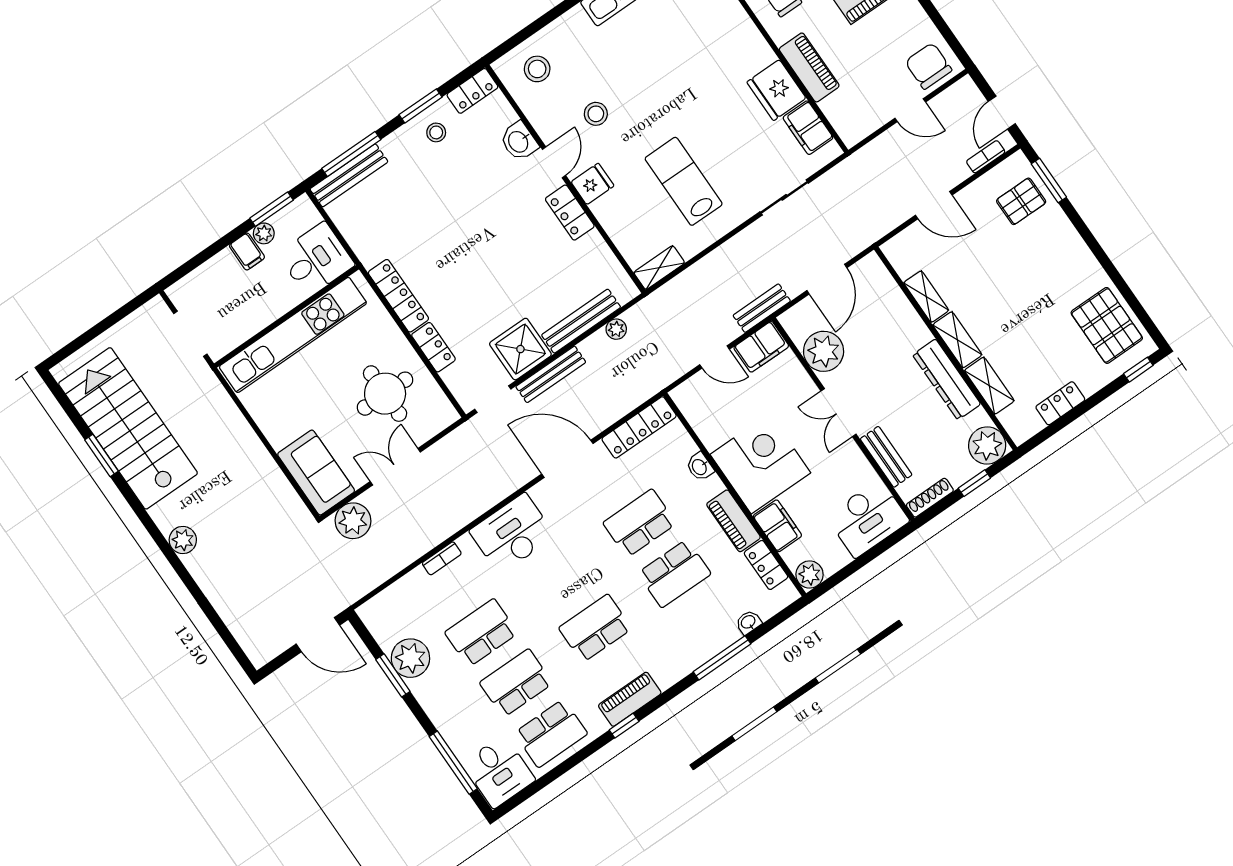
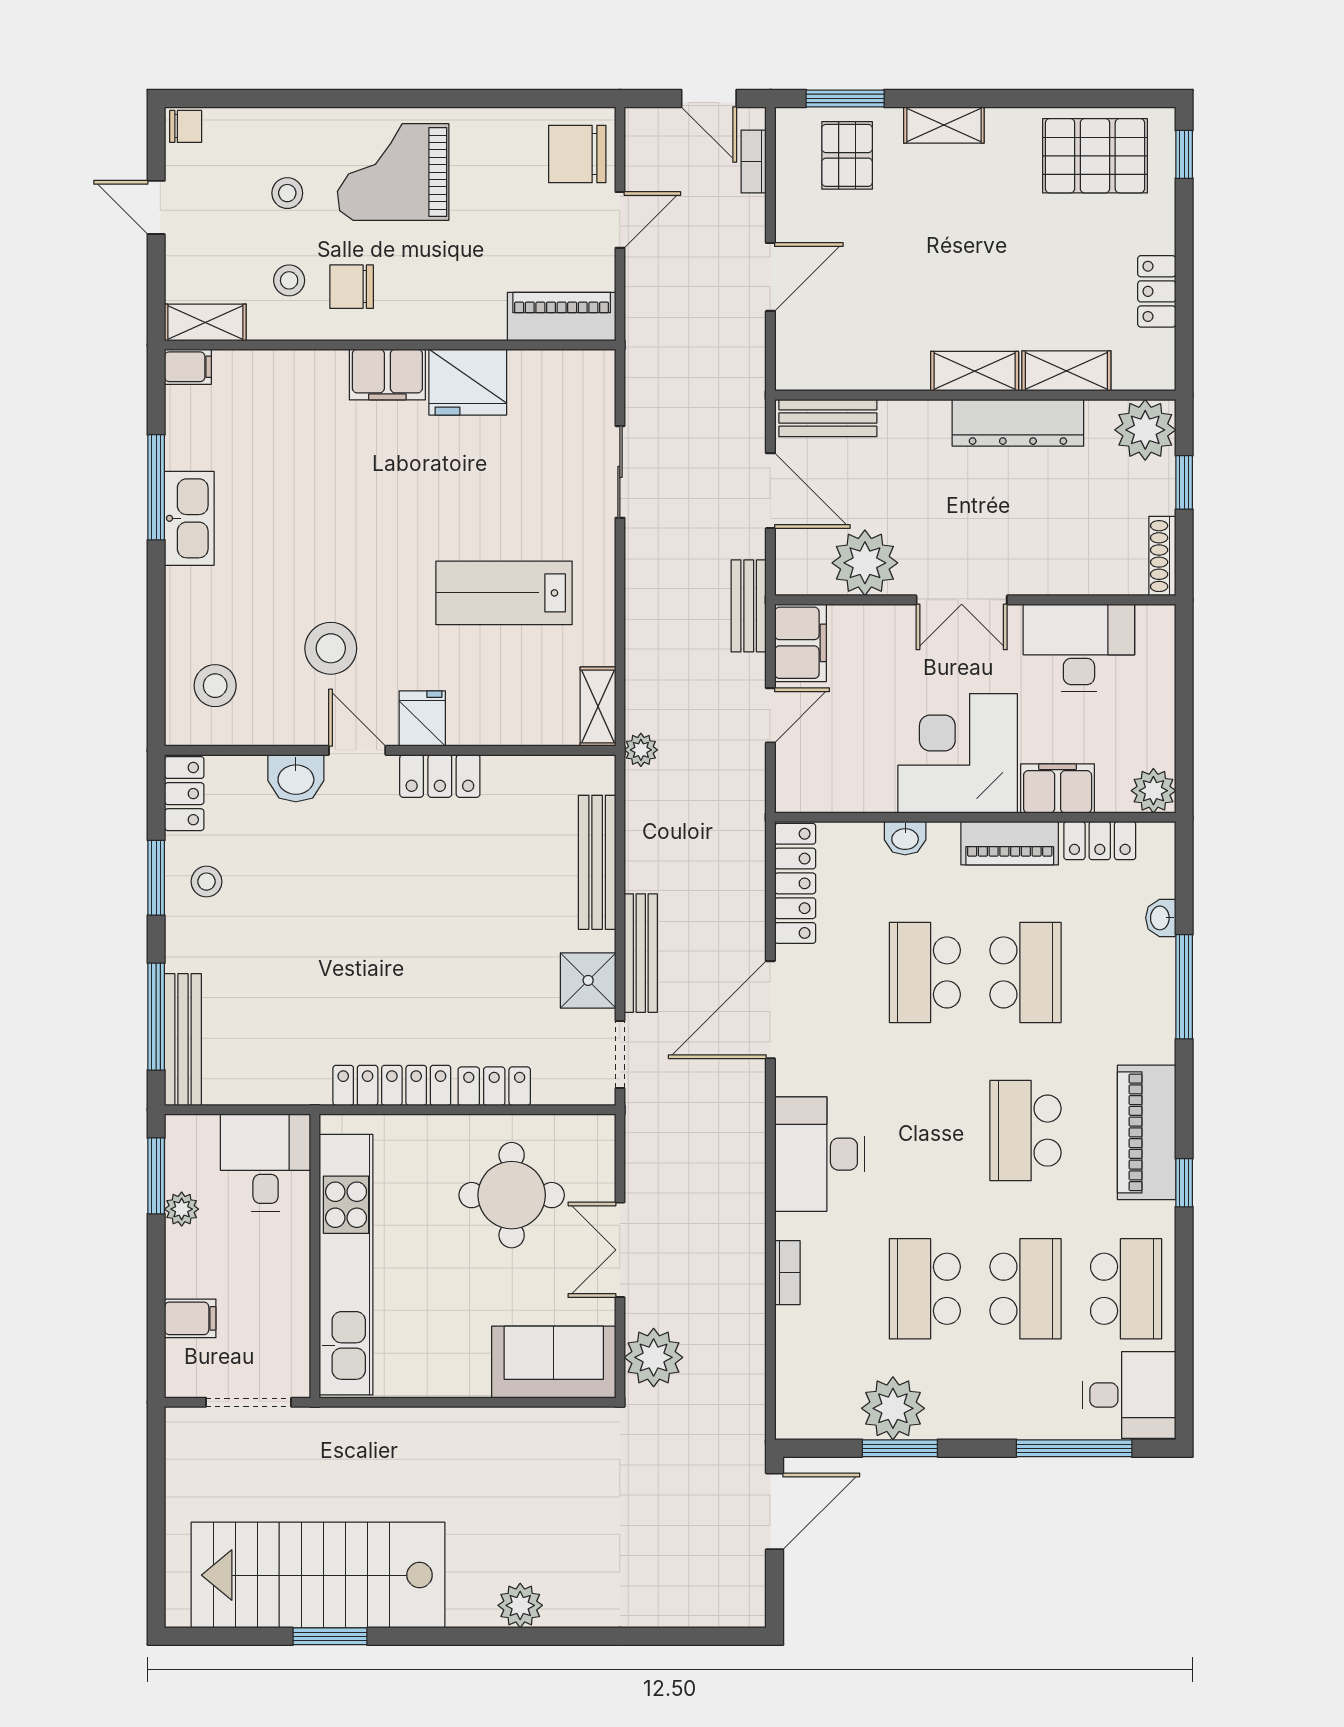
piano: (809, 67) -> (562, 317), moved
stool: (596, 114) -> (331, 648), width x1.38, depth x1.38
filing cabinet: (808, 128) -> (387, 375), moved
filing cabinet: (247, 251) -> (190, 1318), moved
shelving: (926, 297) -> (944, 125), moved
plant: (616, 329) -> (641, 750), moved
shower: (520, 349) -> (588, 980), width x0.73, depth x0.73
bench: (886, 457) -> (828, 418), moved
desk: (868, 518) -> (1079, 648), moved, turned -90
school desk: (516, 683) -> (1025, 1289), turned 180
piano: (630, 699) -> (1147, 1132), width x1.37, depth x1.33

